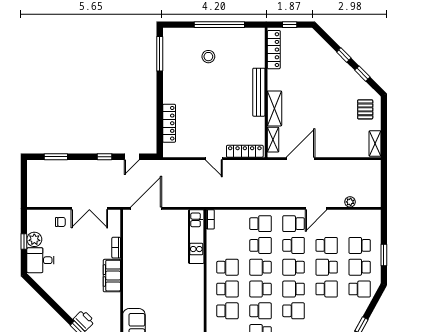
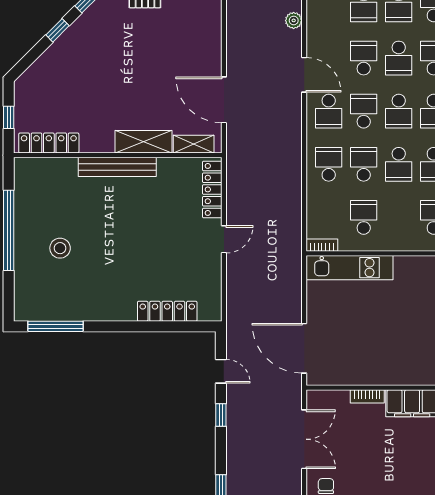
school desk: (227, 267) -> (364, 217), moved

